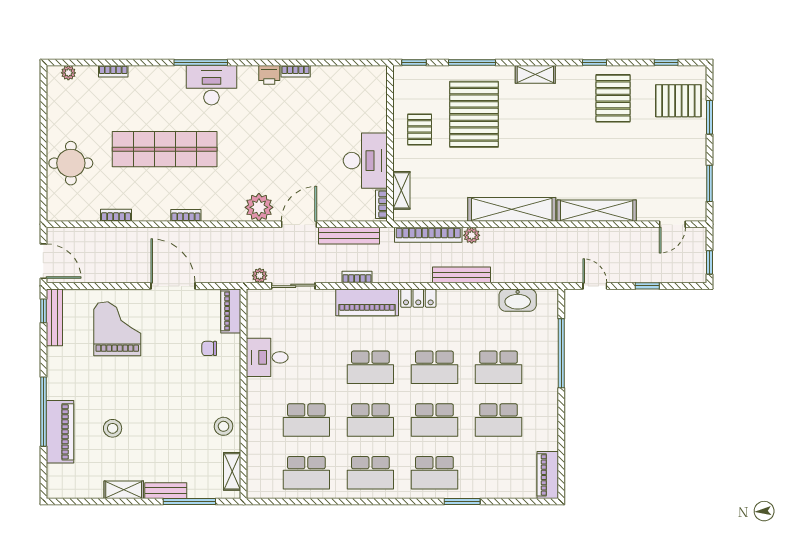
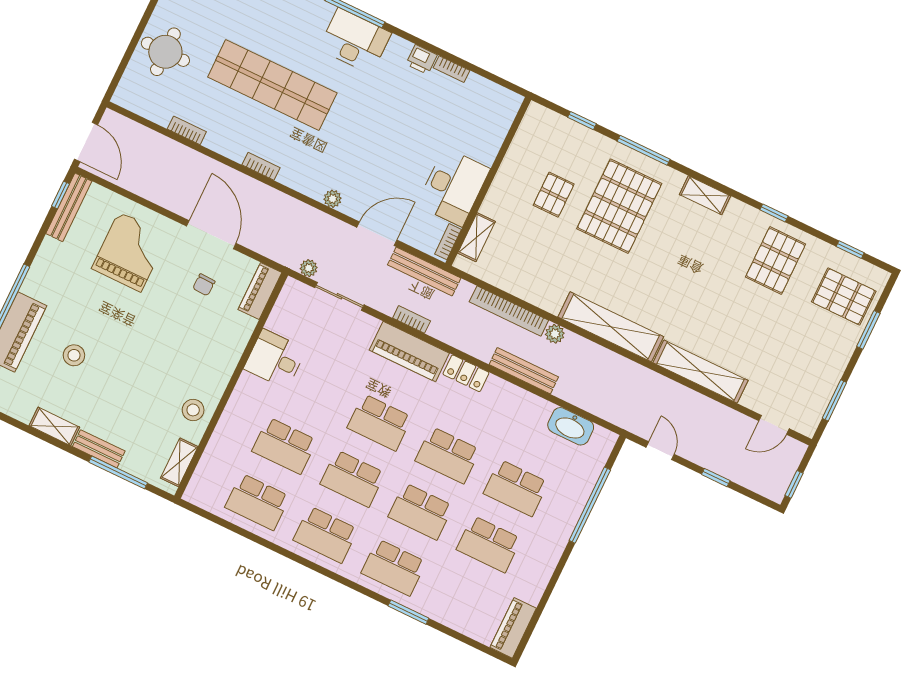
wall: (390, 143) -> (488, 181), moved
desk: (365, 161) -> (453, 187), moved
shelving: (401, 190) -> (476, 237), moved
bookcase: (381, 204) -> (448, 242), moved
plant: (259, 207) -> (333, 199), width x0.53, depth x0.53
chair: (209, 348) -> (204, 285), moved, turned -88

